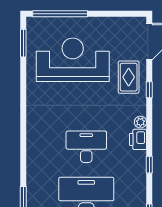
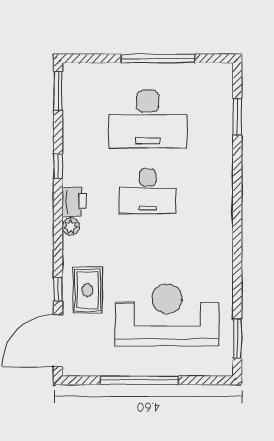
window: (60, 14) -> (139, 380), moved
reception desk: (73, 60) -> (167, 315), turned 180
window: (149, 90) -> (58, 290), moved

